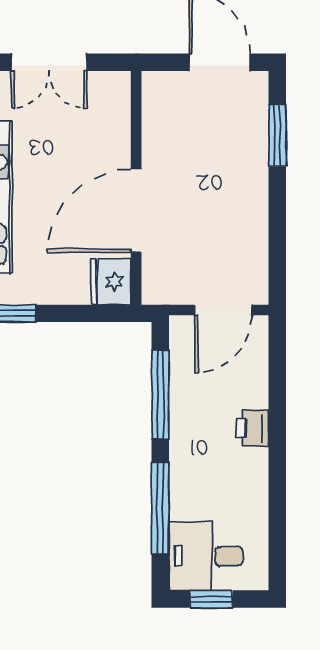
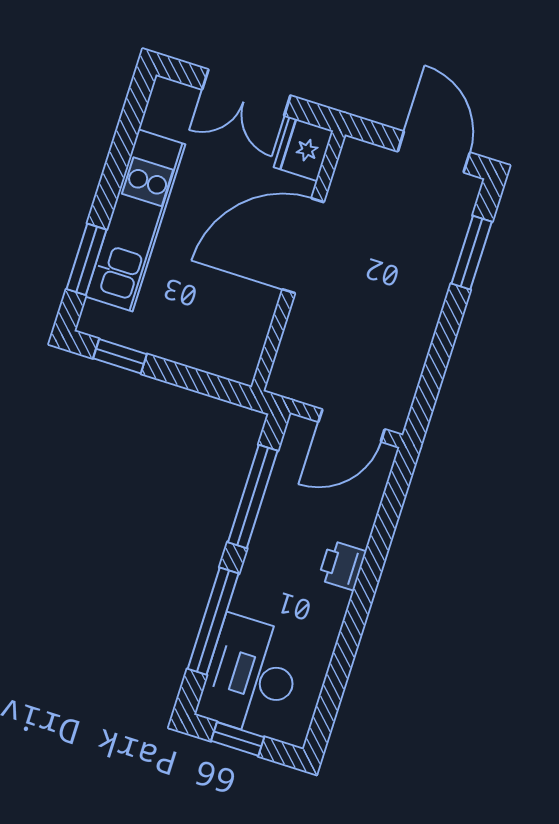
door: (136, 211) -> (303, 246), moved
fridge: (111, 282) -> (304, 149), moved
desk: (206, 556) -> (251, 676), width x1.37

